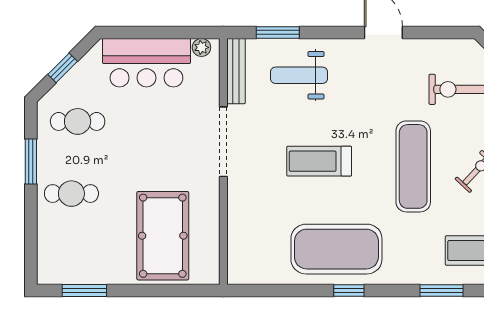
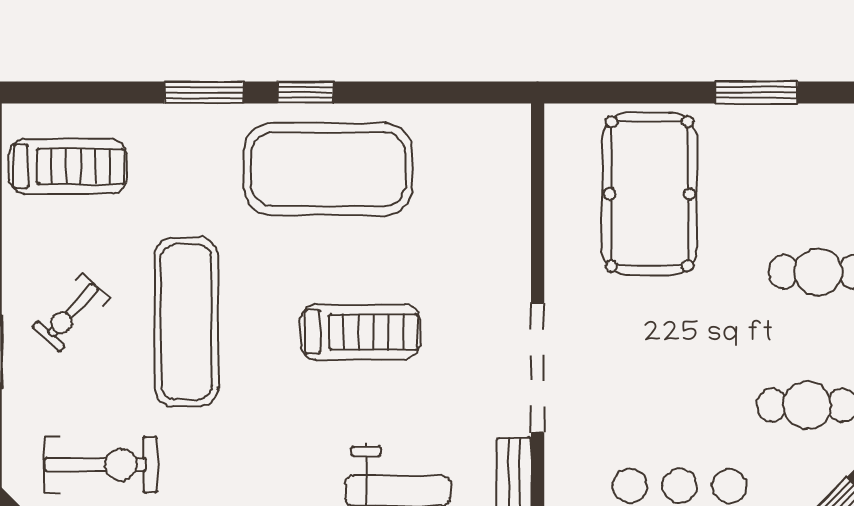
window: (84, 291) -> (756, 92), moved
window: (442, 291) -> (204, 92), moved

